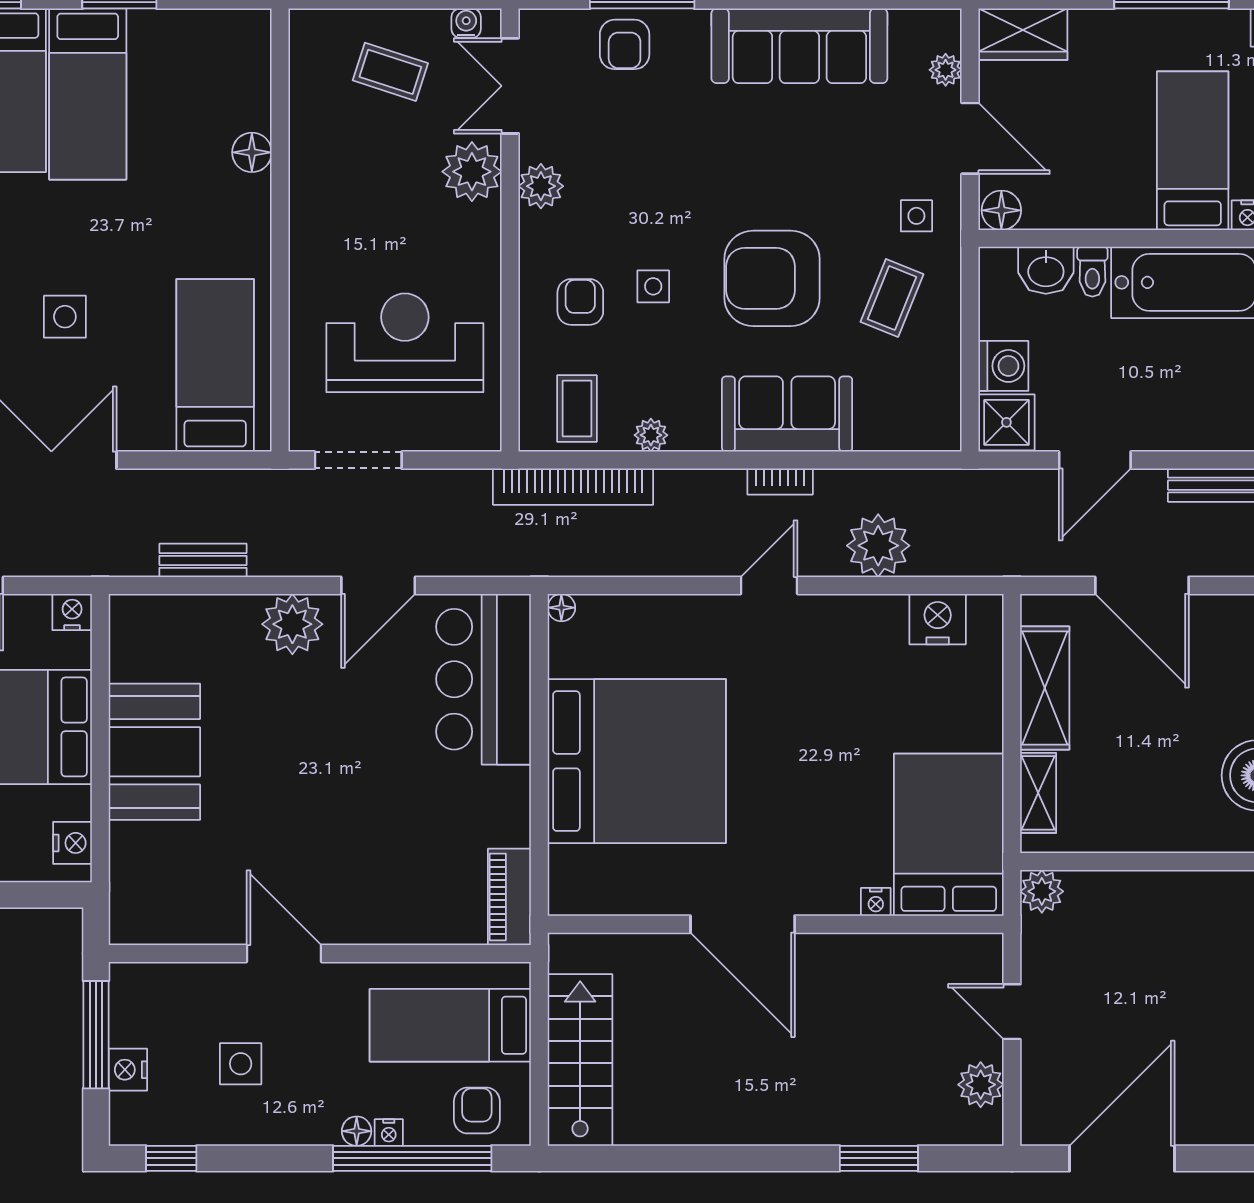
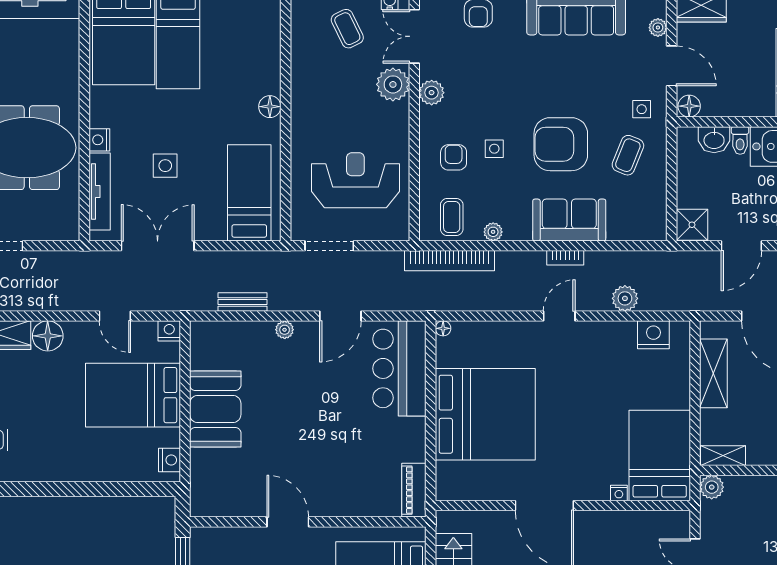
coffee table: (390, 72) -> (347, 29), turned 46
floor lamp: (252, 152) -> (270, 107), moved
washing machine: (1003, 366) -> (690, 193), removed
plant: (878, 546) -> (625, 298), width x0.73, depth x0.73
plant: (292, 624) -> (285, 330), width x0.53, depth x0.53
shelving: (1038, 793) -> (723, 456), moved, turned 90

